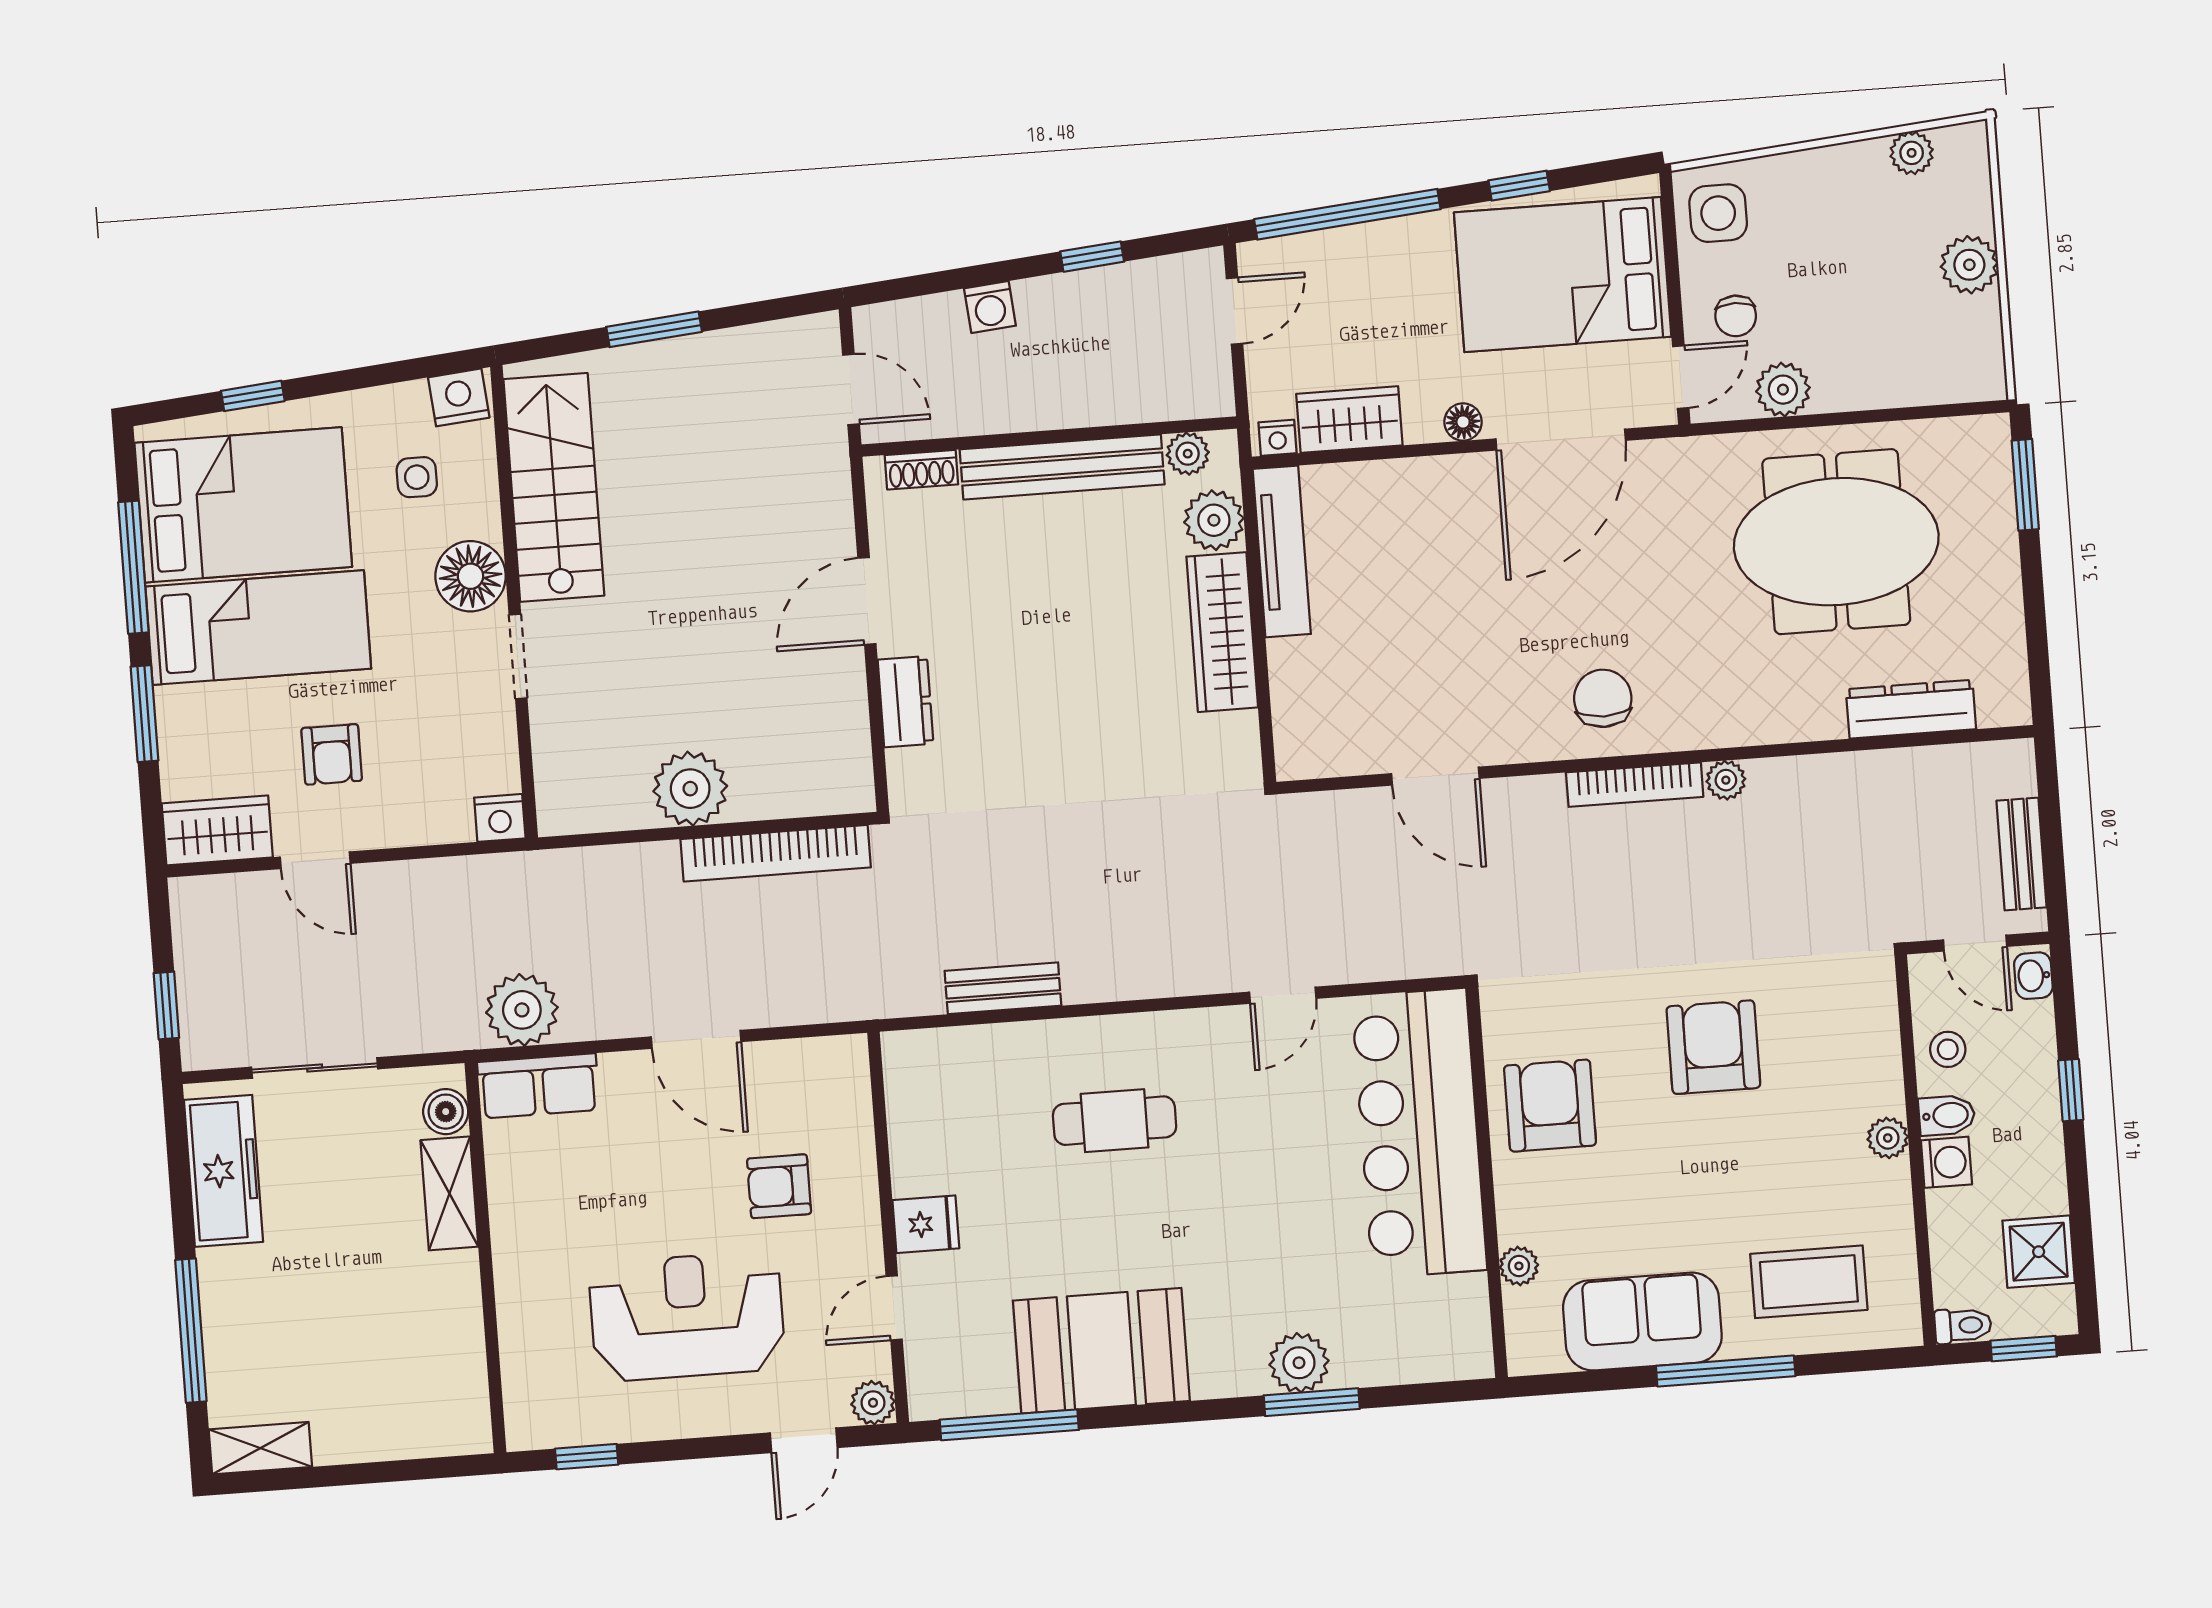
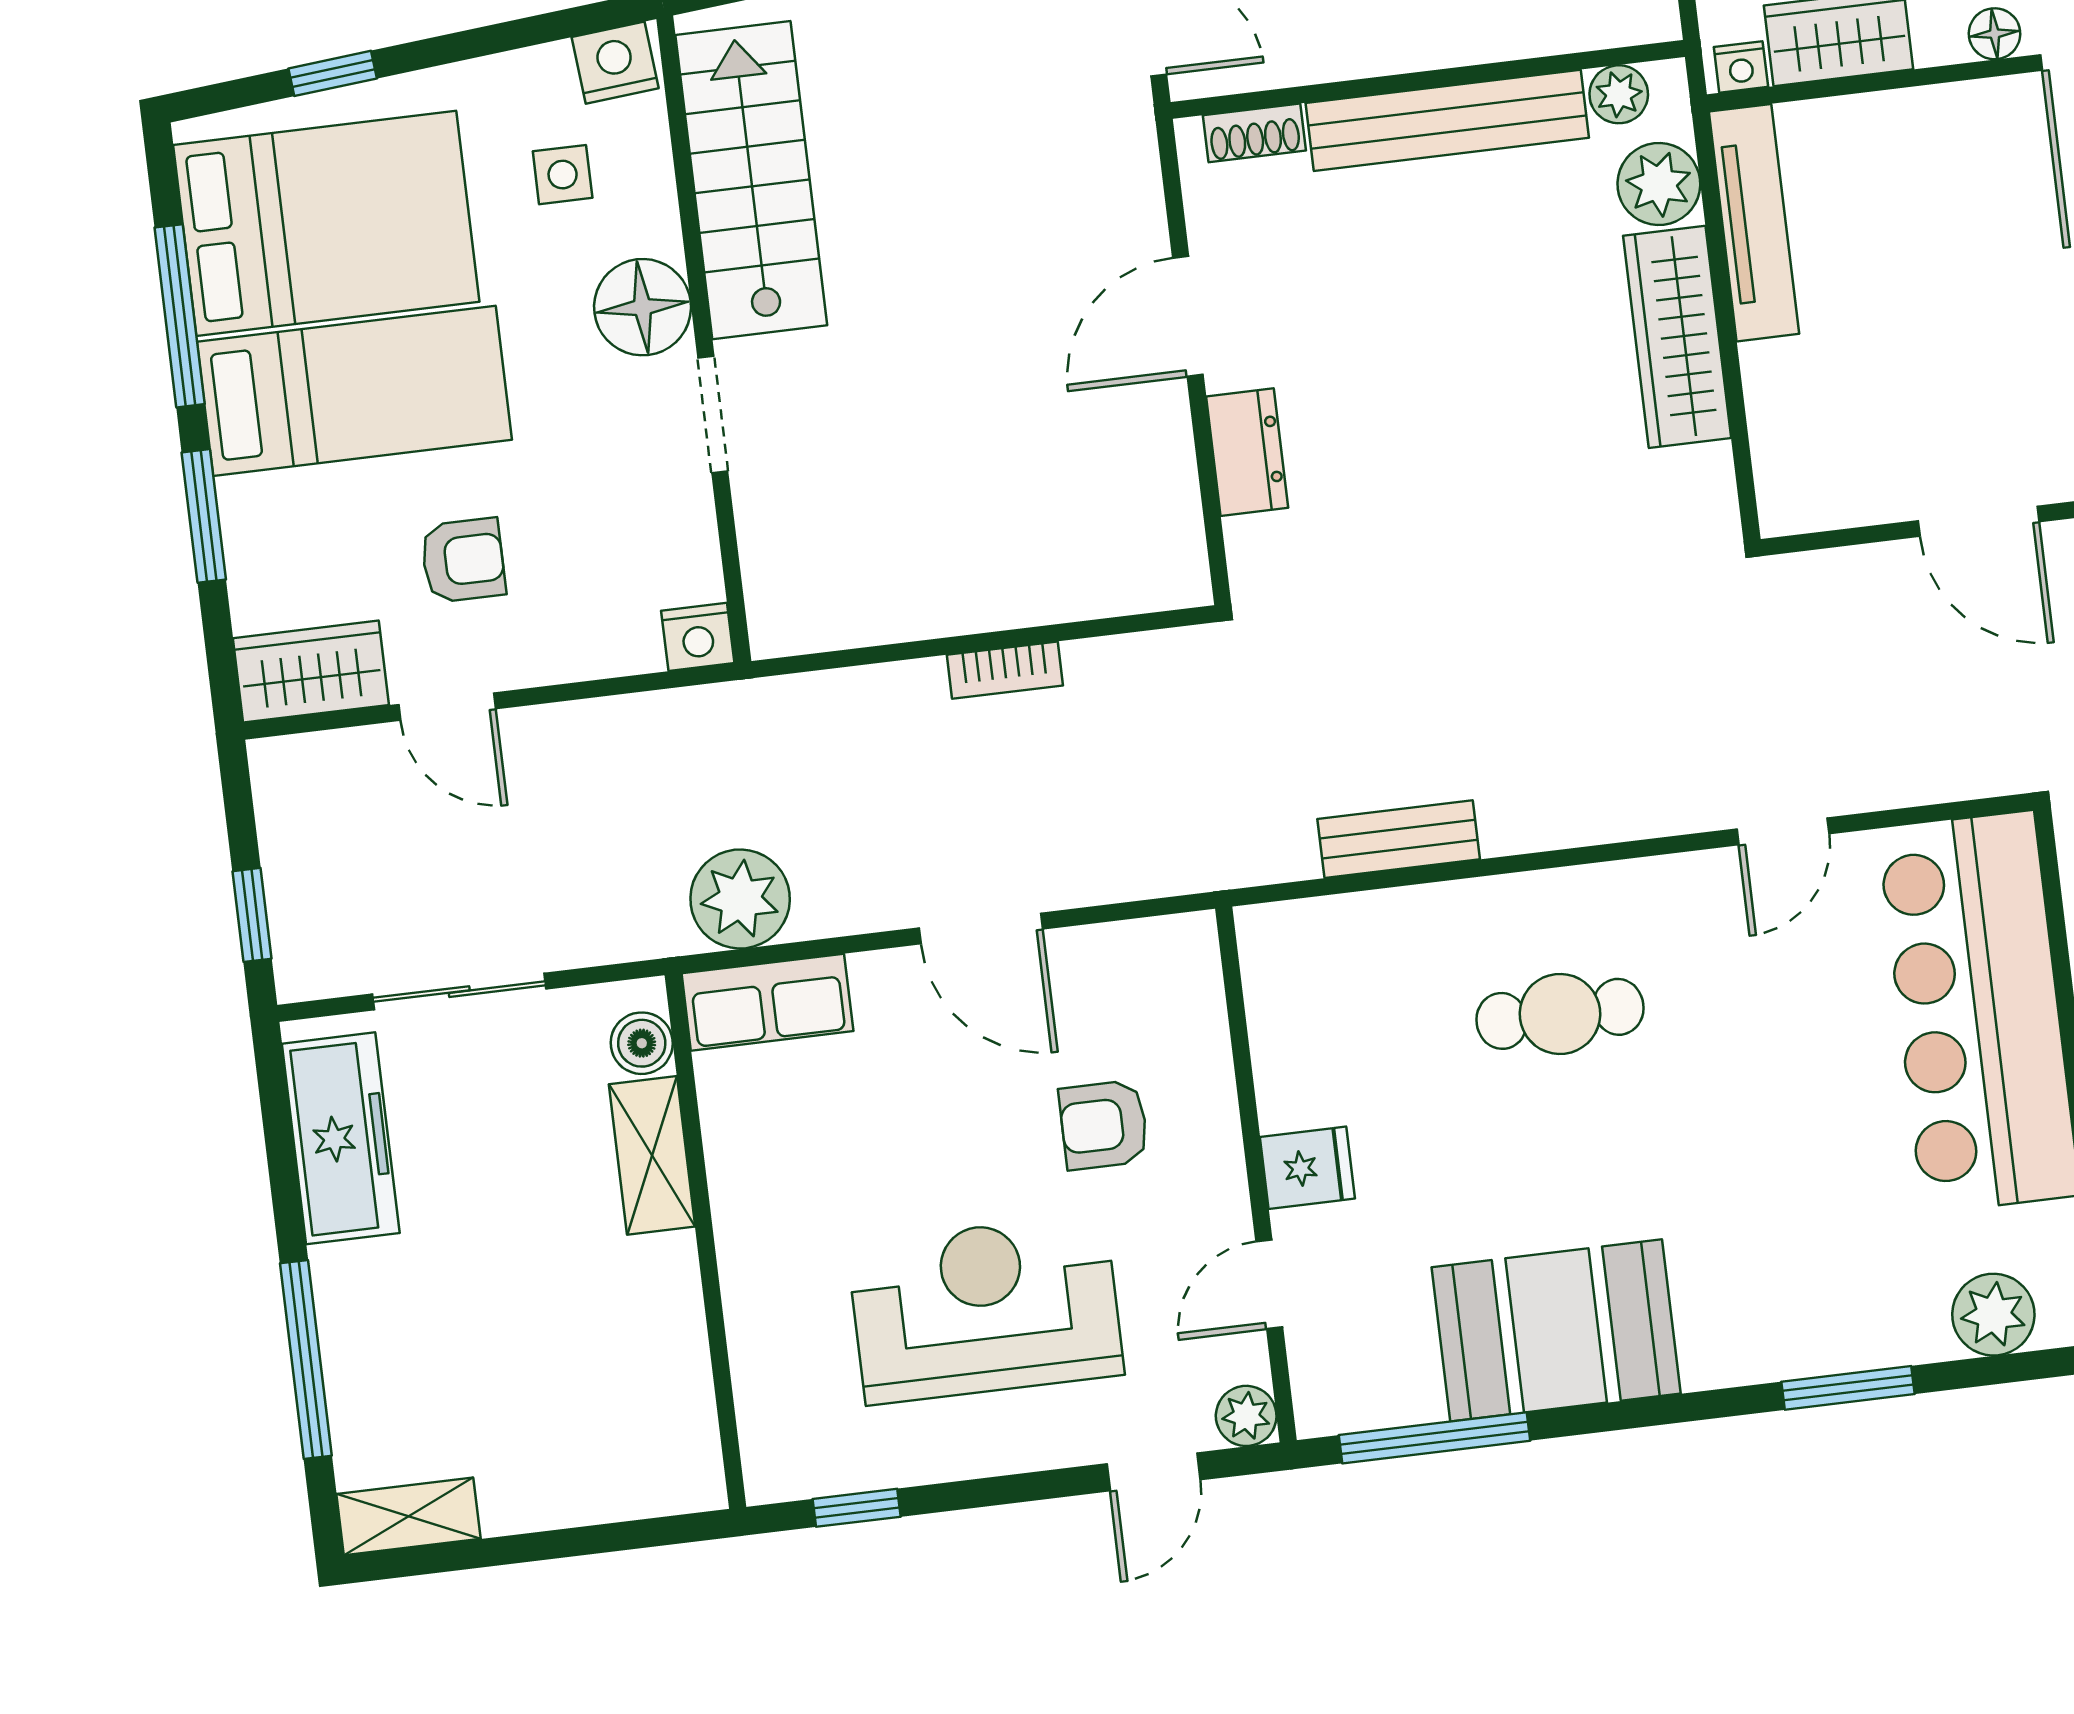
armchair: (332, 754) -> (463, 560), turned -90
plant: (690, 789) -> (957, 585), removed
bookcase: (776, 853) -> (1005, 670), width x0.43, depth x0.76
plant: (1299, 1363) -> (1993, 1315), moved

